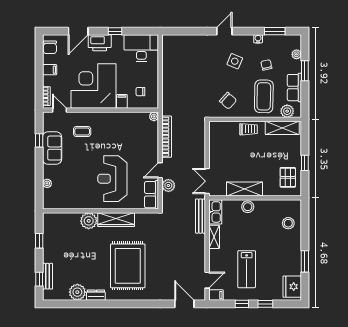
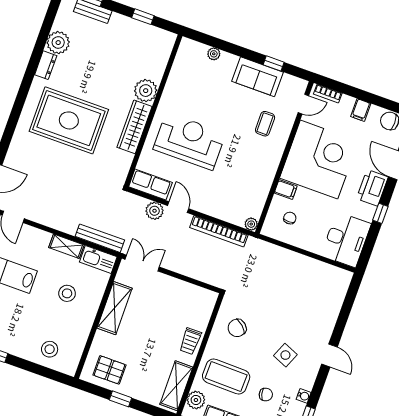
stool: (248, 207) -> (67, 293), moved

